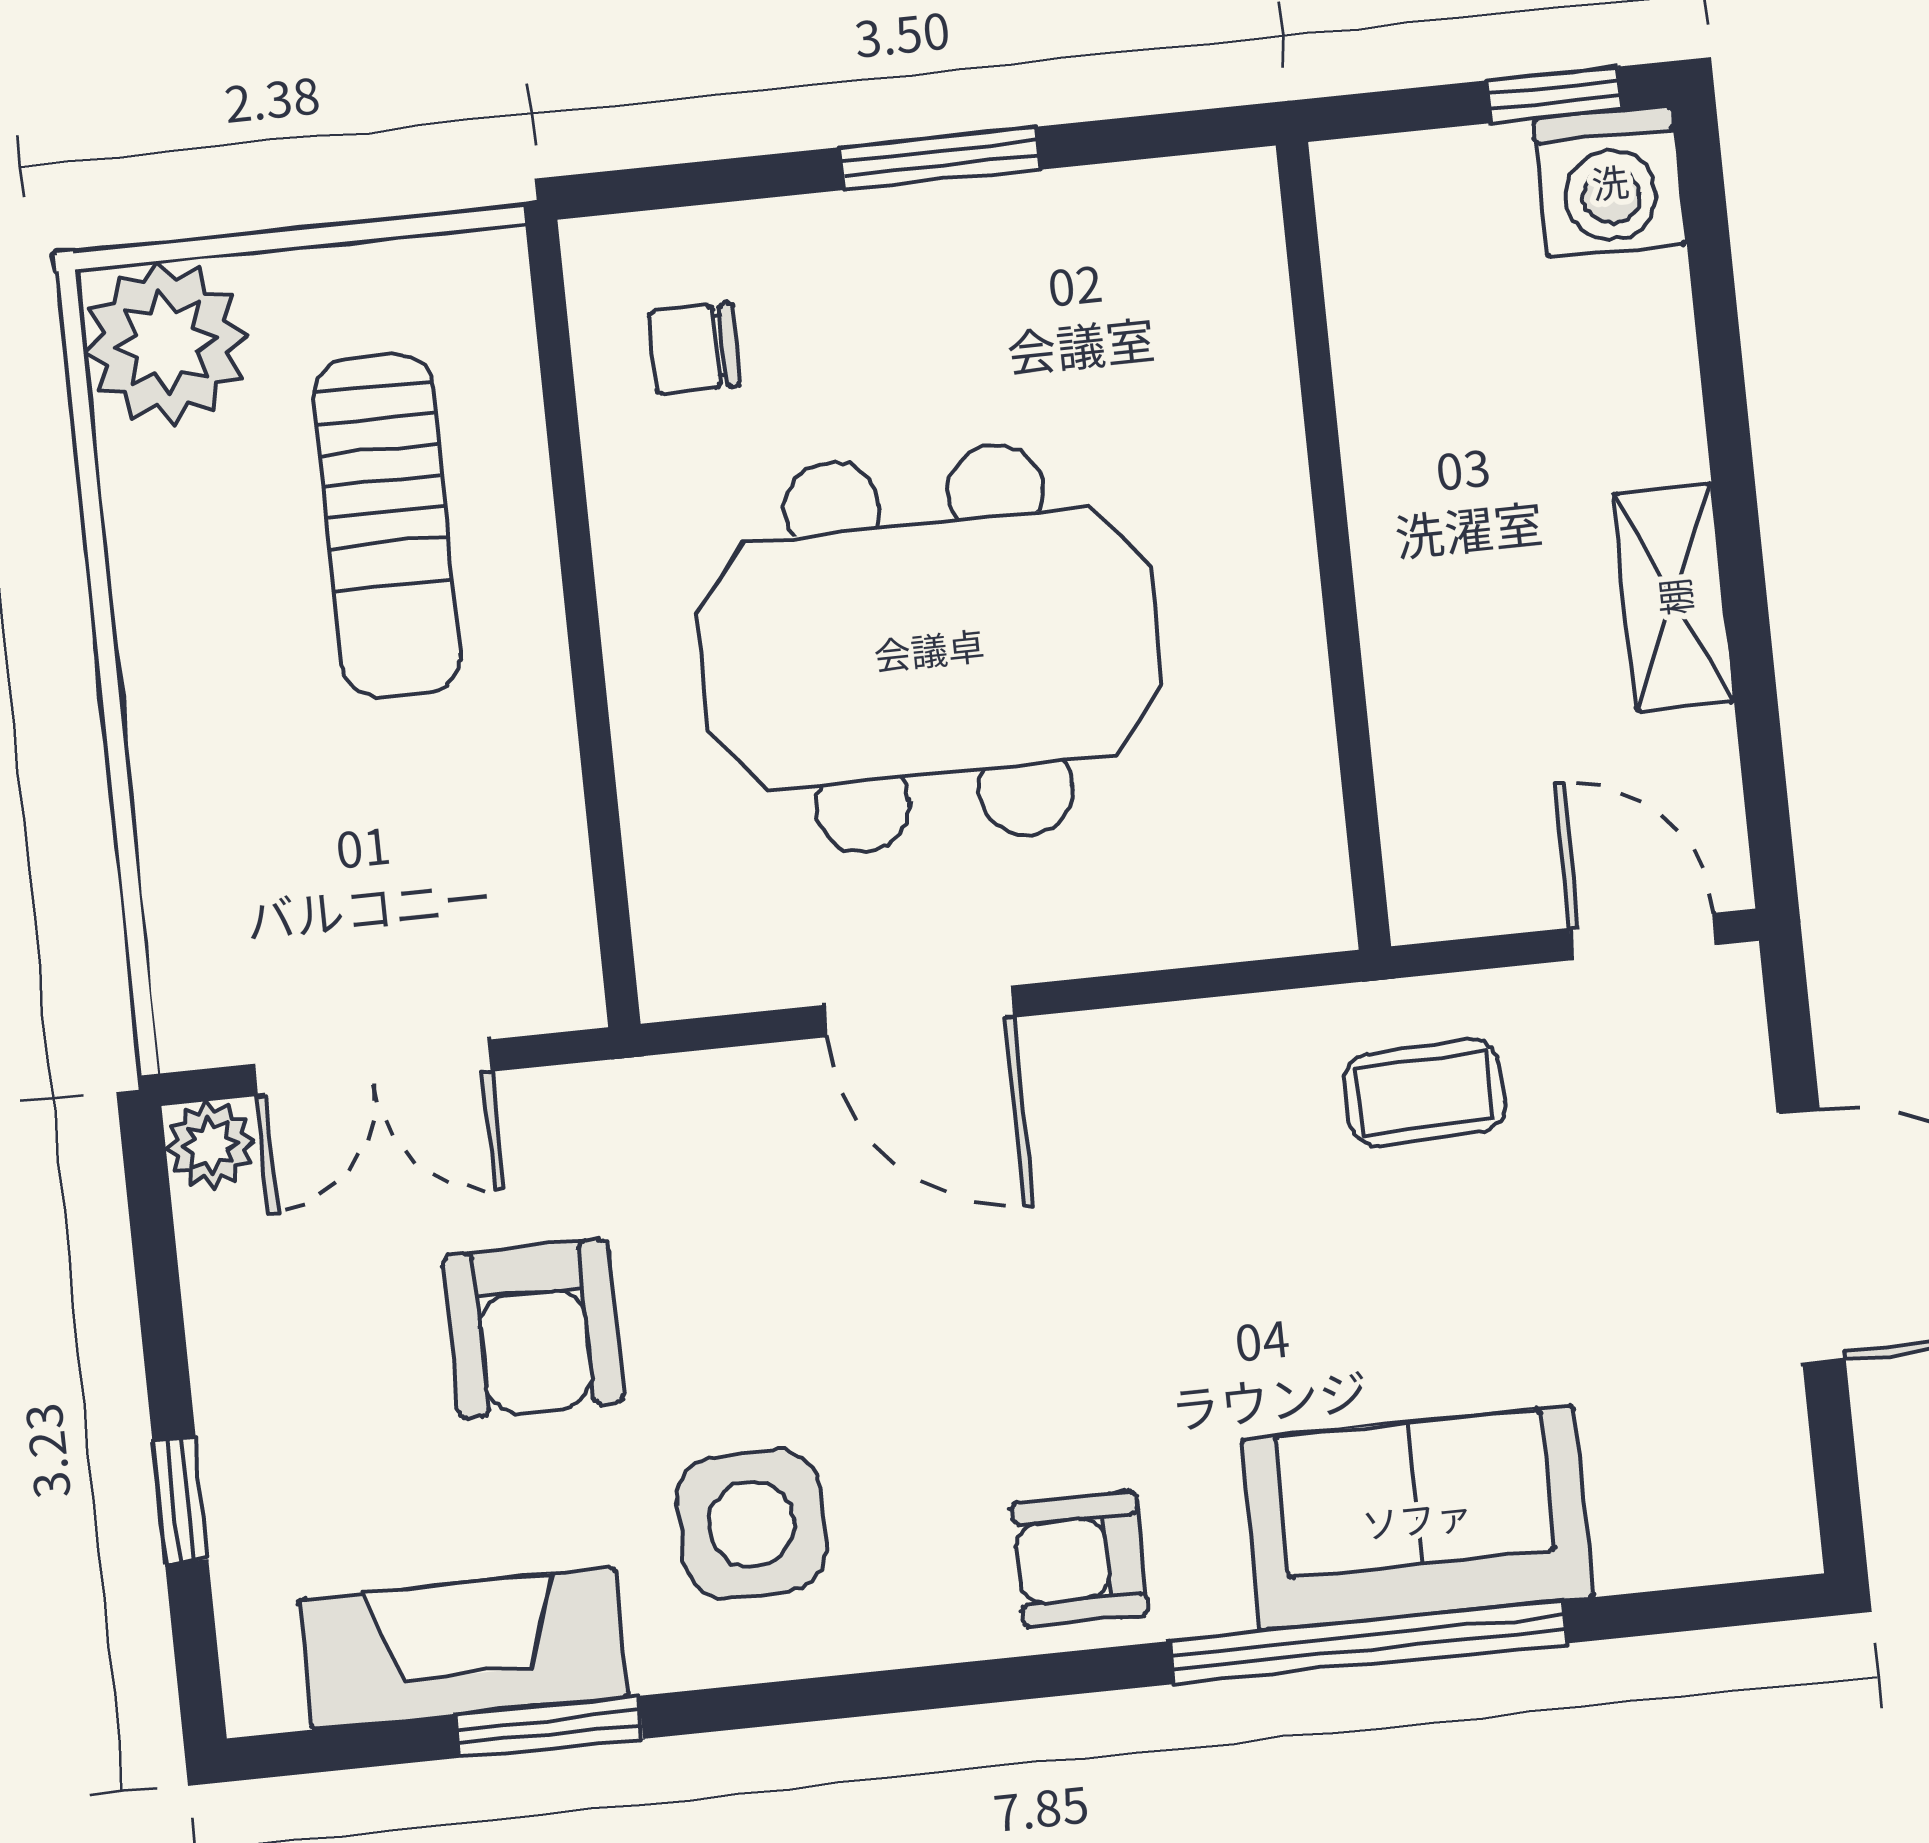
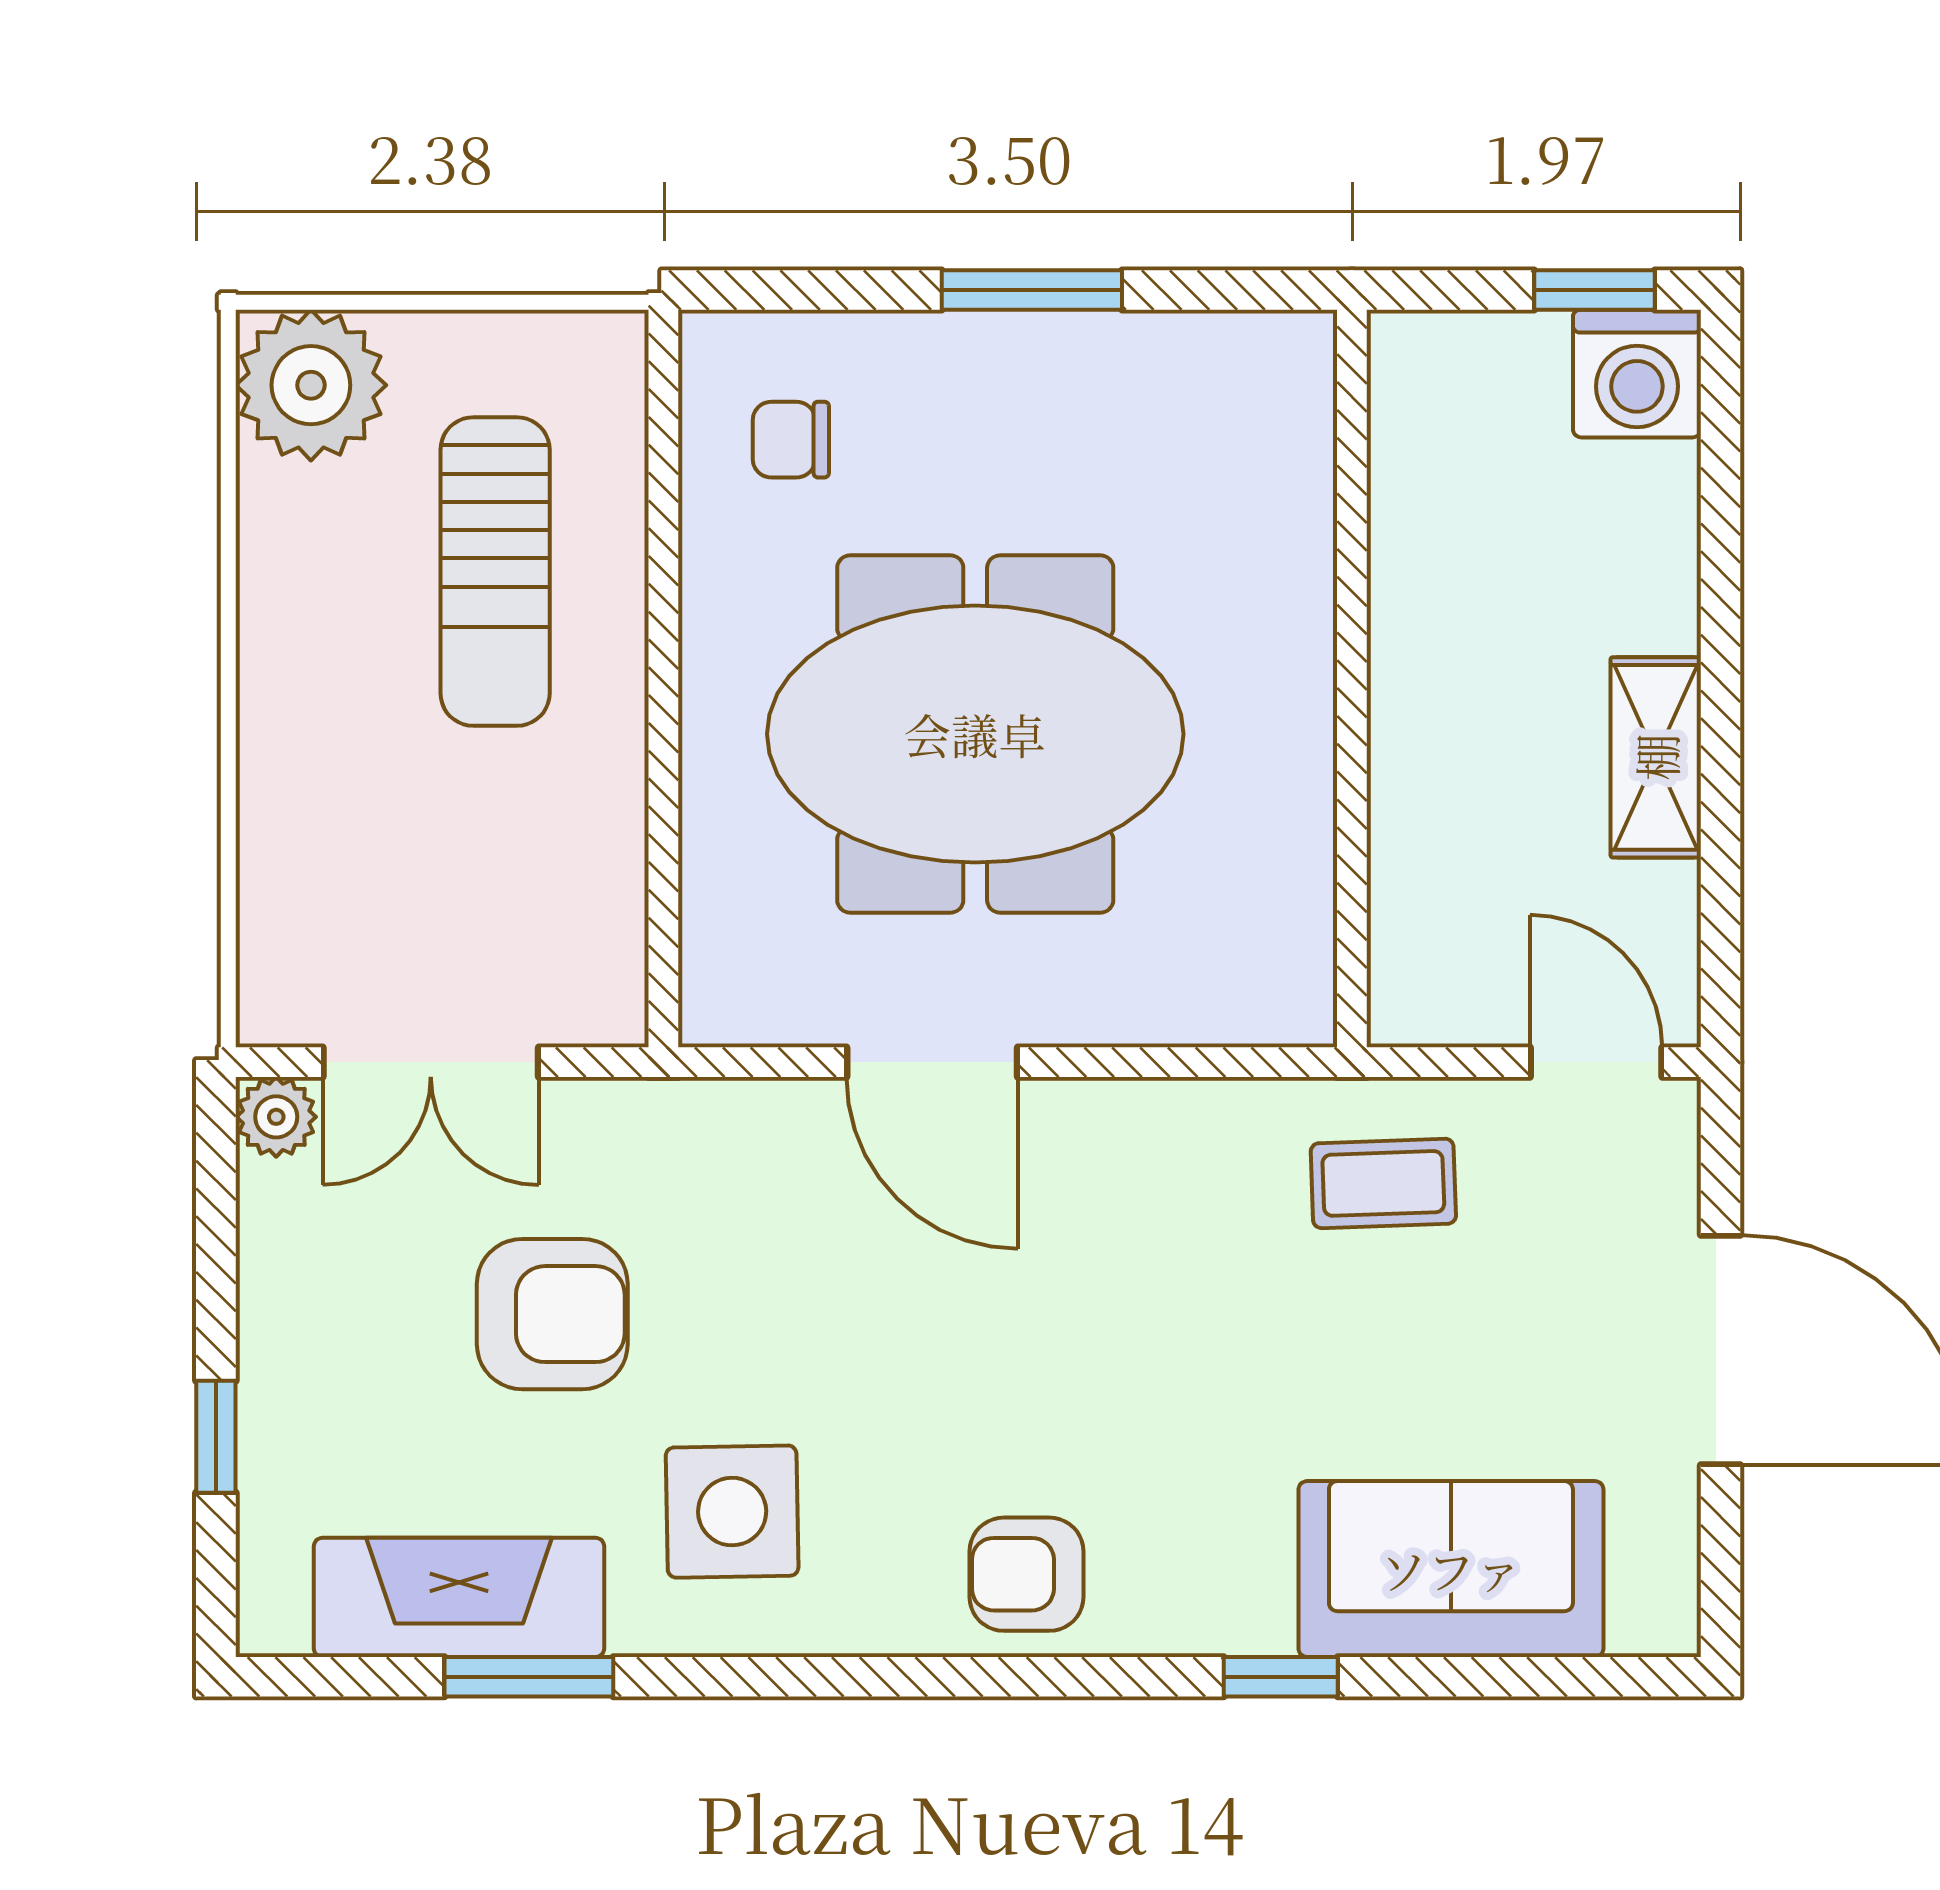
armchair: (533, 1329) -> (552, 1314), turned -90
sofa: (1417, 1518) -> (1451, 1569), moved
window: (1368, 1642) -> (1281, 1677), width x0.32

